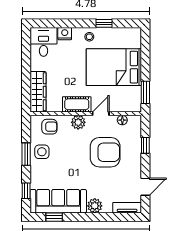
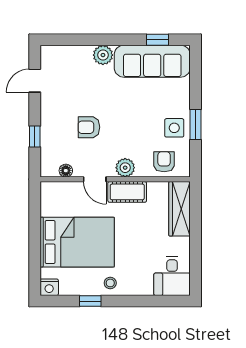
nightstand: (65, 34) -> (49, 287), moved
window: (145, 92) -> (35, 208), removed
door: (101, 114) -> (95, 179), hinge flipped
armchair: (49, 127) -> (164, 162), turned 90
armchair: (105, 152) -> (89, 127), width x0.53, depth x0.53
window: (26, 191) -> (195, 75), removed
tv unit: (127, 208) -> (59, 52), removed

